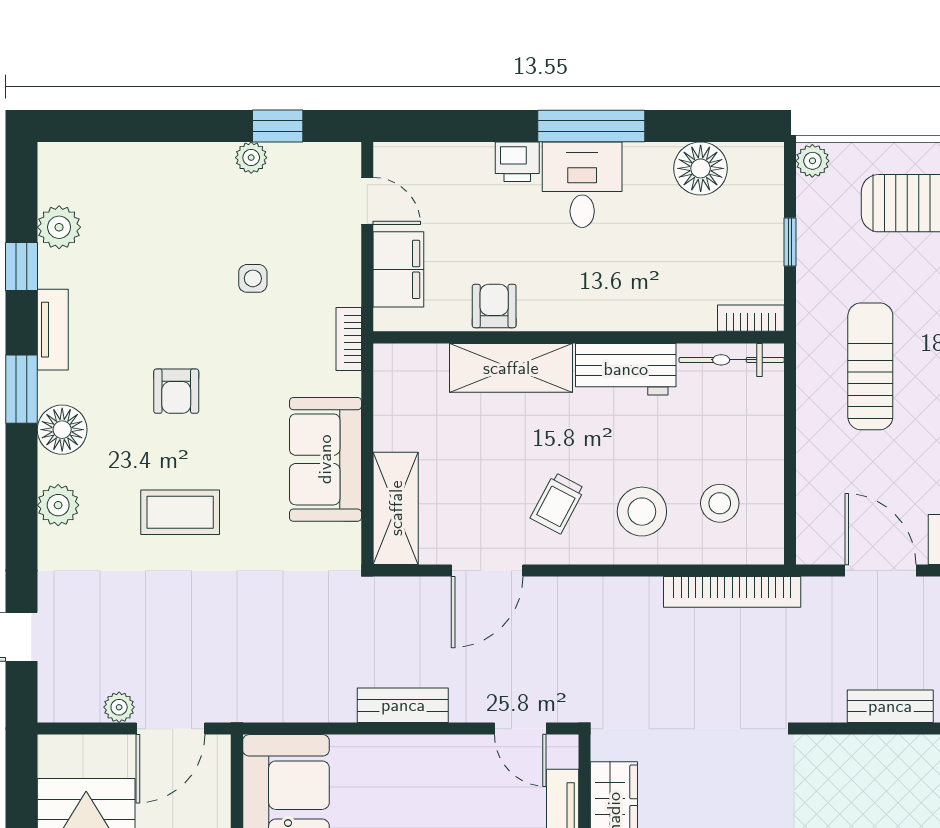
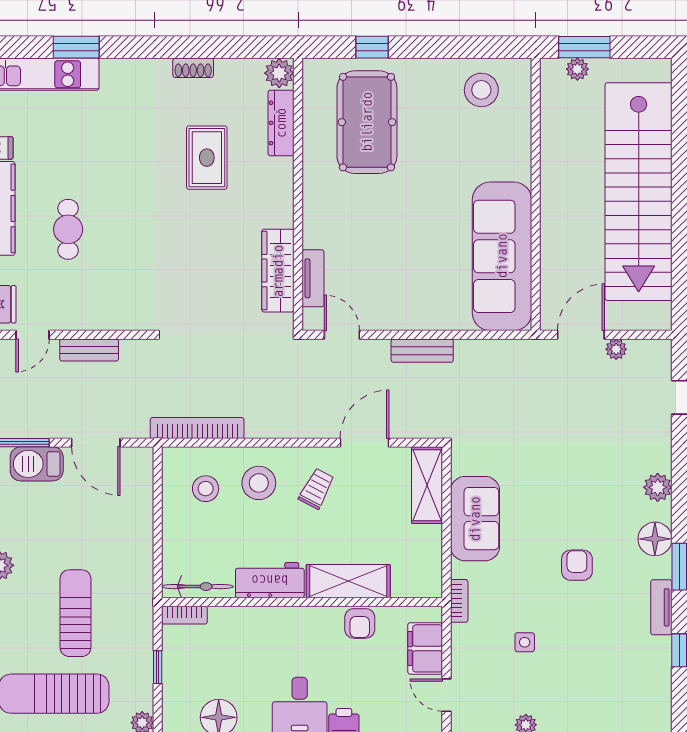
plant: (59, 227) -> (657, 677), removed
sun lounger: (870, 366) -> (75, 613), moved, turned 180
coffee table: (180, 512) -> (574, 482), removed

